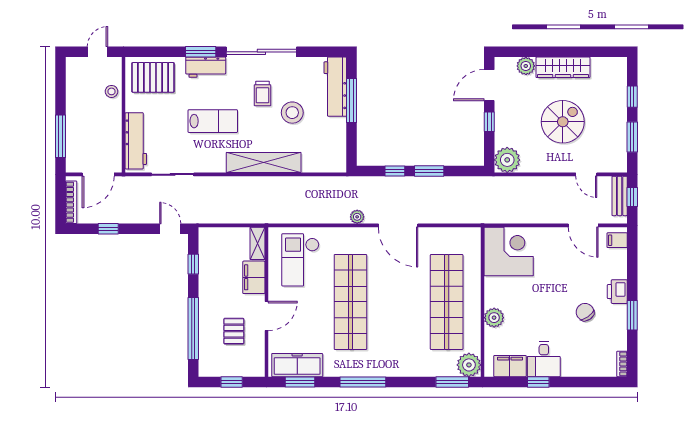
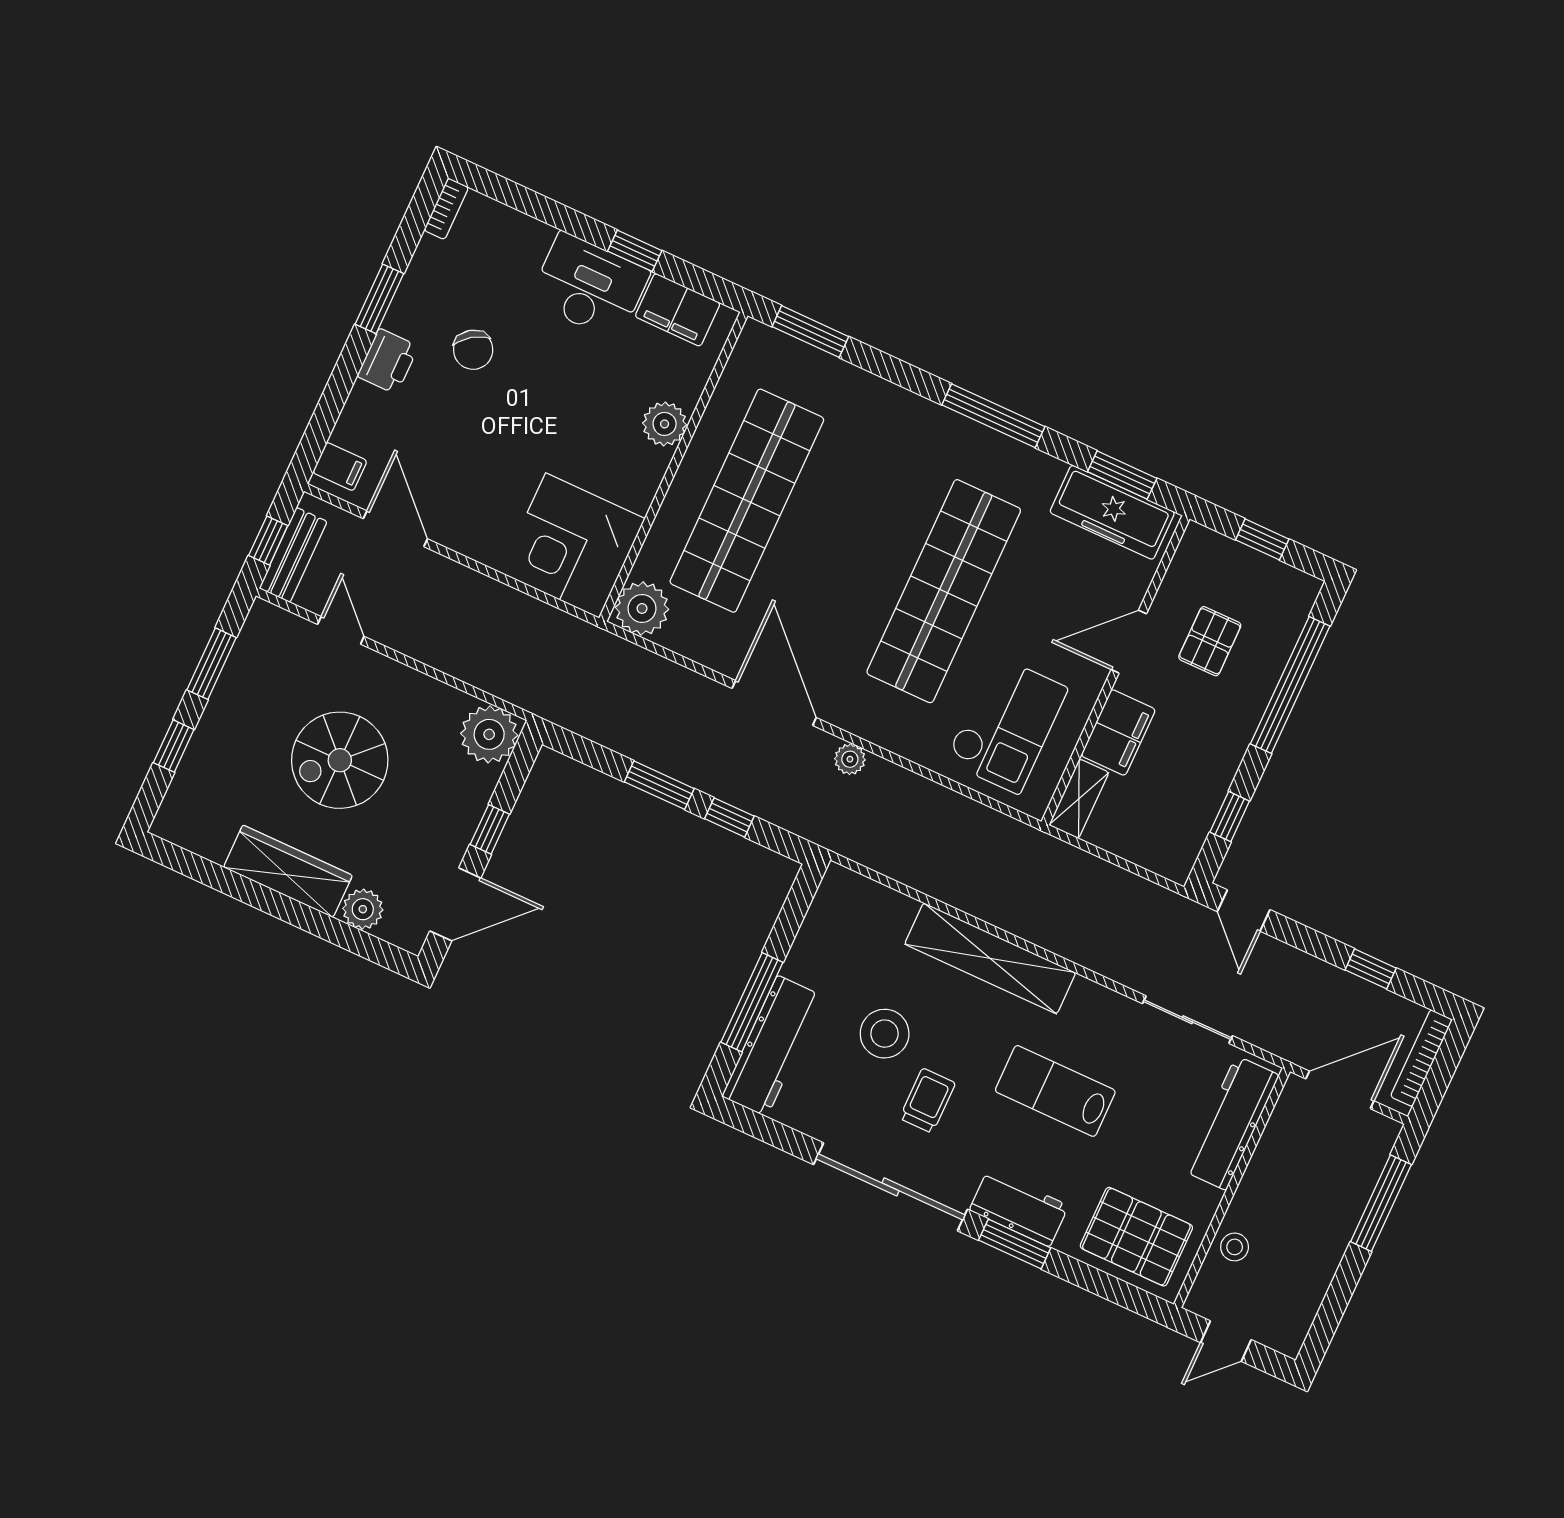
desk: (544, 359) -> (589, 286), width x1.37
plant: (469, 365) -> (642, 608), moved

